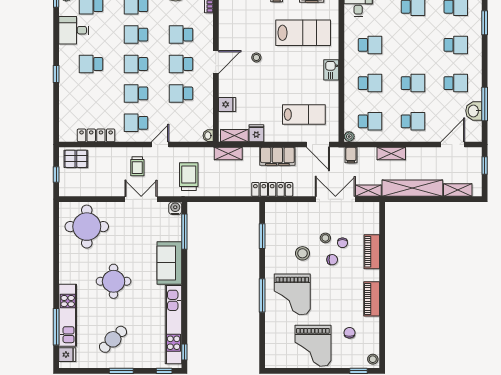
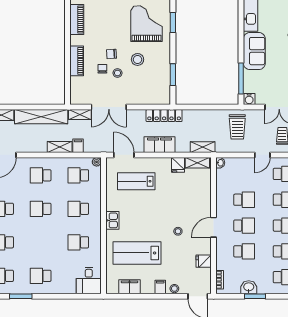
fridge: (227, 104) -> (204, 261), moved
filing cabinet: (351, 155) -> (78, 146), moved
window: (262, 295) -> (173, 23), width x0.69

